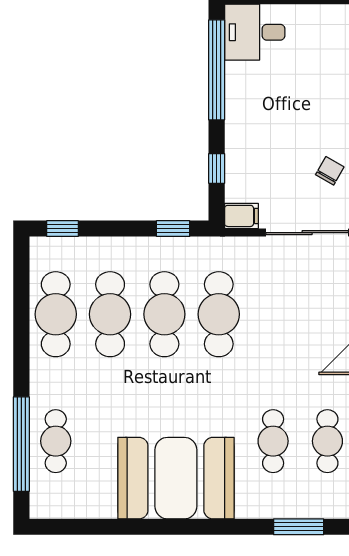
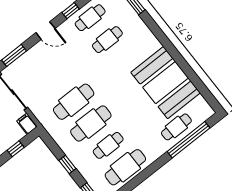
window: (173, 229) -> (67, 165), moved
cafe table: (110, 314) -> (108, 145), width x0.73, depth x0.74
booth: (176, 478) -> (166, 83), moved

